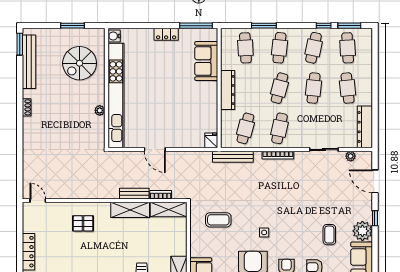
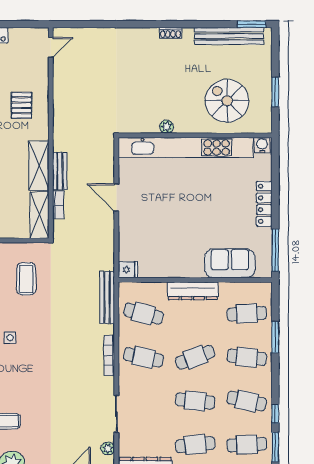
locker: (166, 34) -> (264, 204), width x1.53
cafe table: (279, 88) -> (195, 357), turned -36
door: (155, 150) -> (116, 197), hinge flipped

